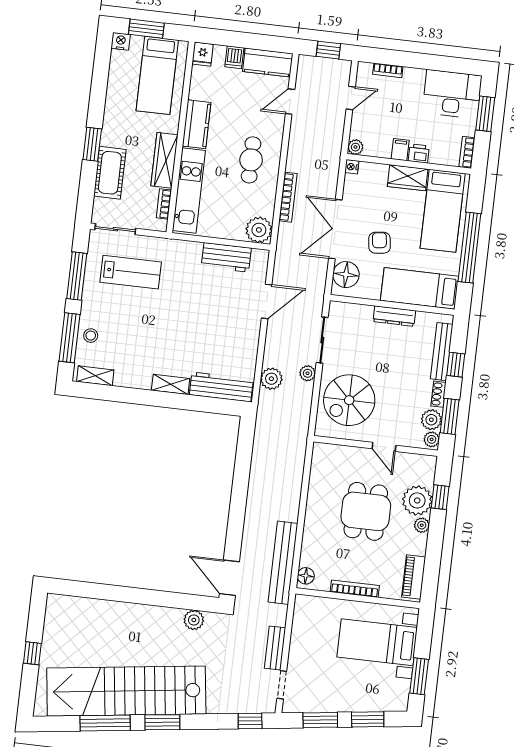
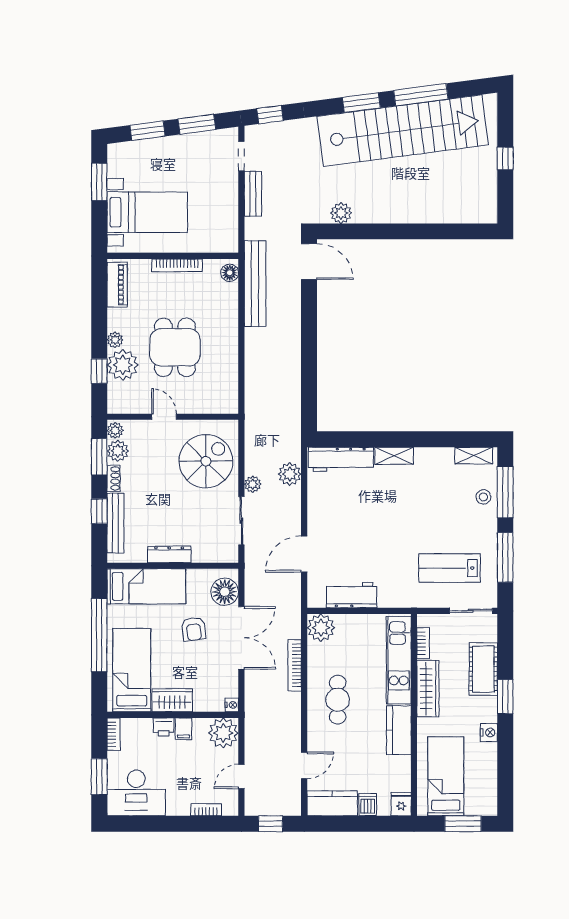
nightstand: (121, 41) -> (489, 732), moved, turned -90
plant: (355, 147) -> (223, 733), width x1.87, depth x1.87

